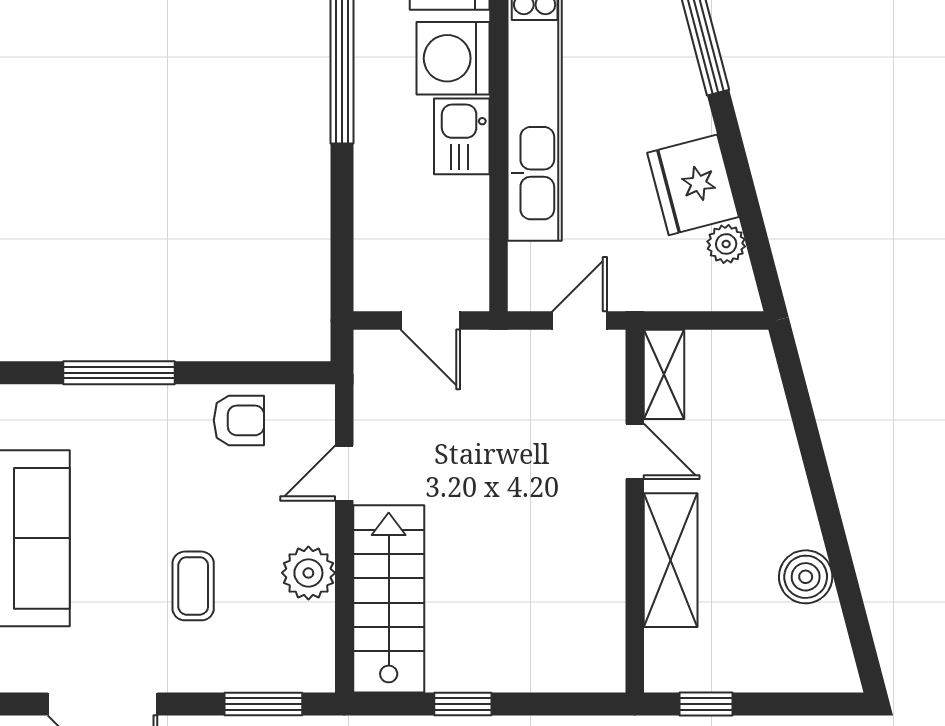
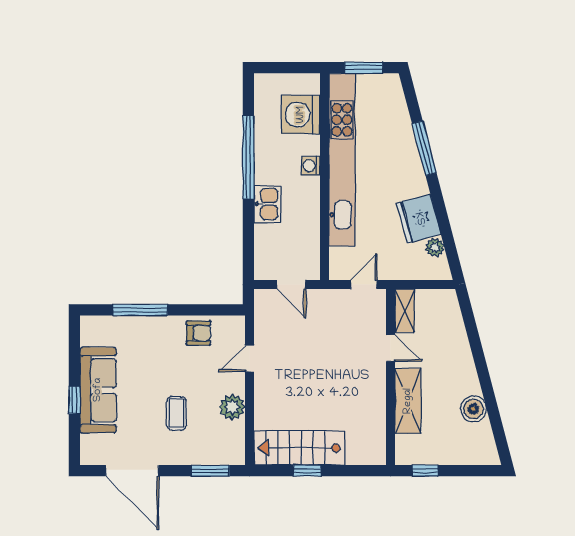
washing machine: (453, 58) -> (311, 166), width x0.53, depth x0.53
kitchen sink: (462, 136) -> (267, 204), moved, turned 180
stairs: (389, 599) -> (299, 448), moved, turned -90

